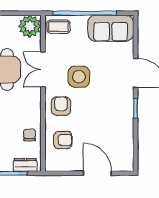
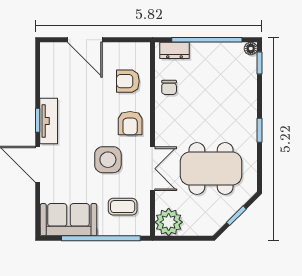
coffee table: (59, 27) -> (123, 207), moved
tv unit: (127, 108) -> (49, 121), added

